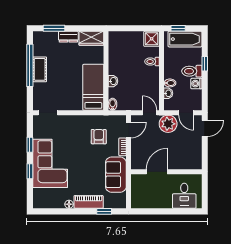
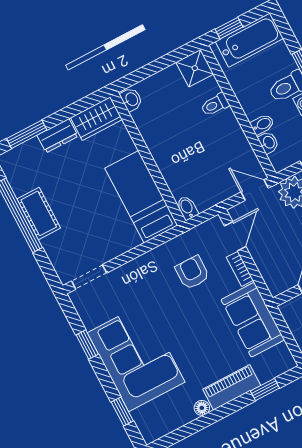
washbasin: (113, 81) -> (131, 99), moved
window: (30, 171) -> (122, 411), moved

